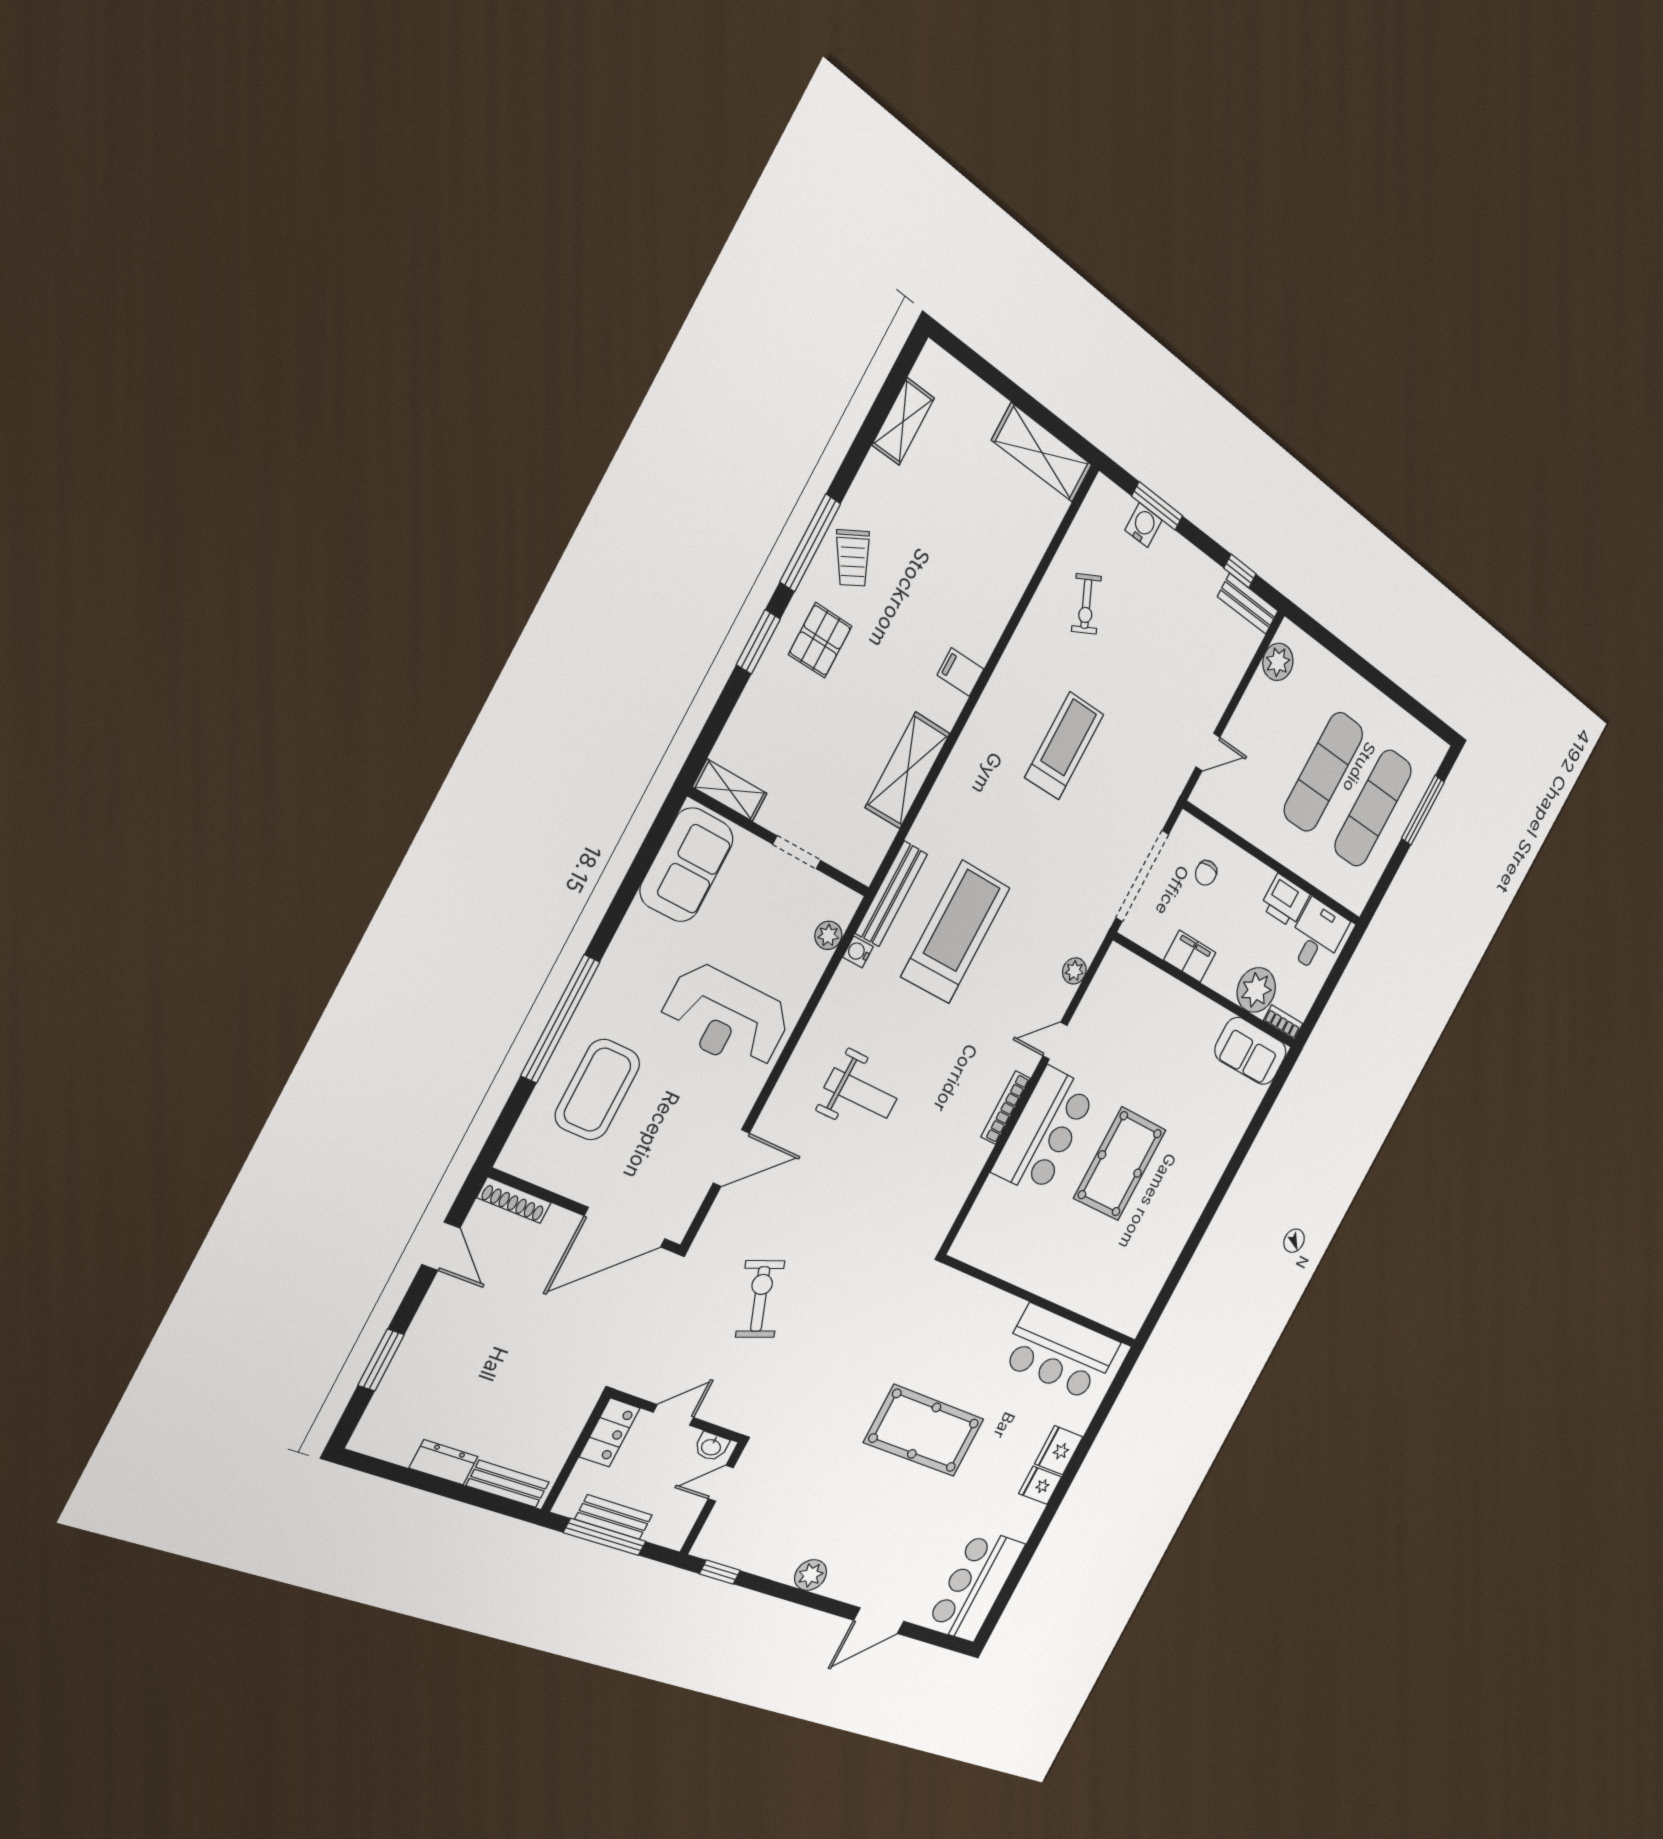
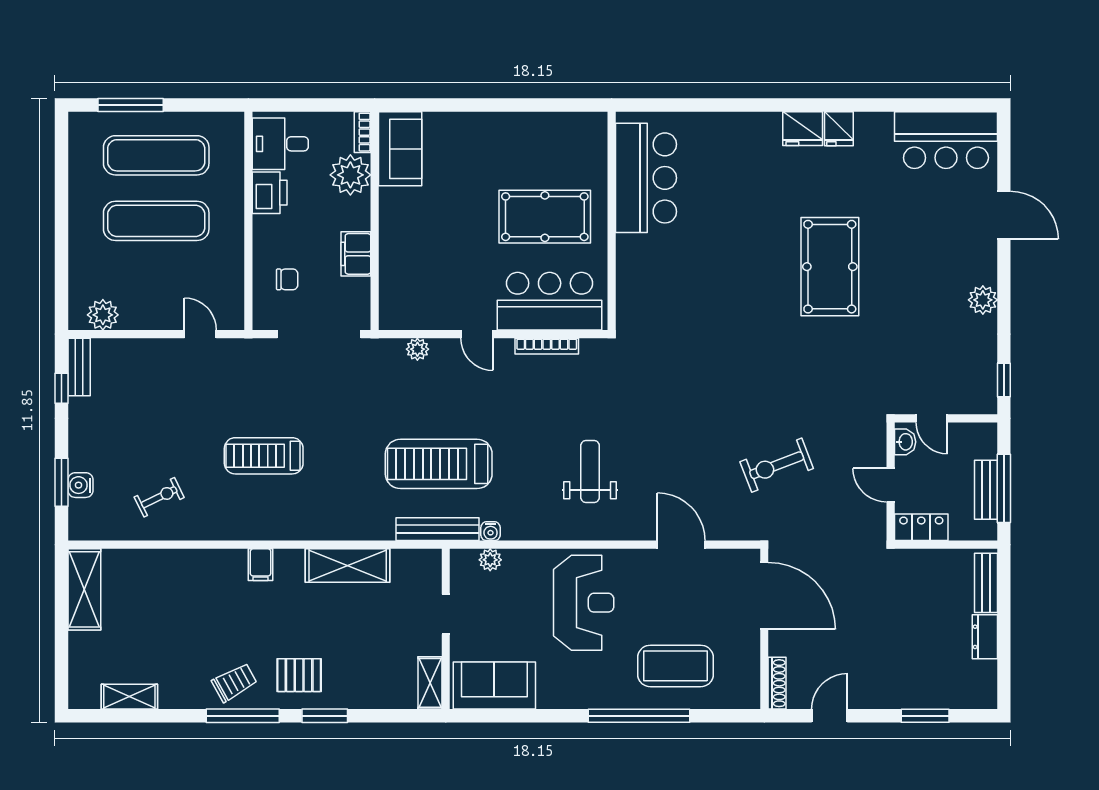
wall: (1042, 1302) -> (612, 221), moved
bar counter: (1060, 1353) -> (646, 178), moved

